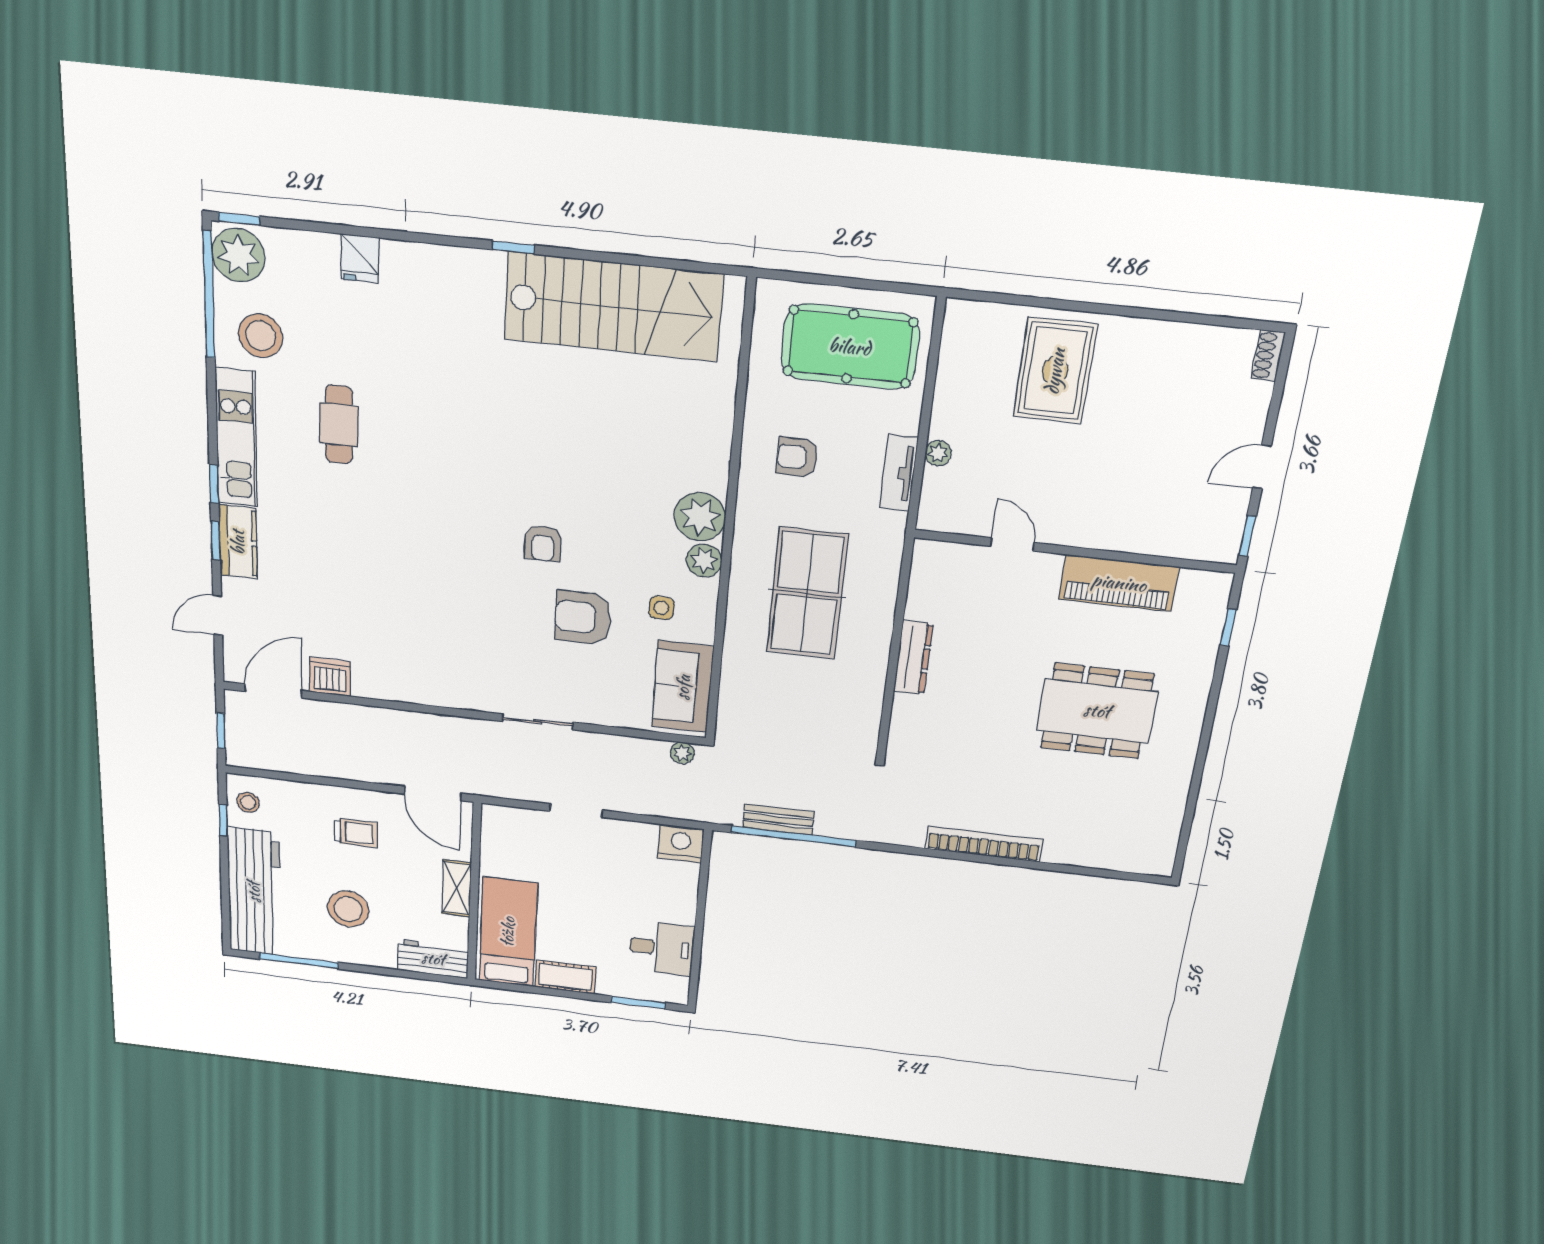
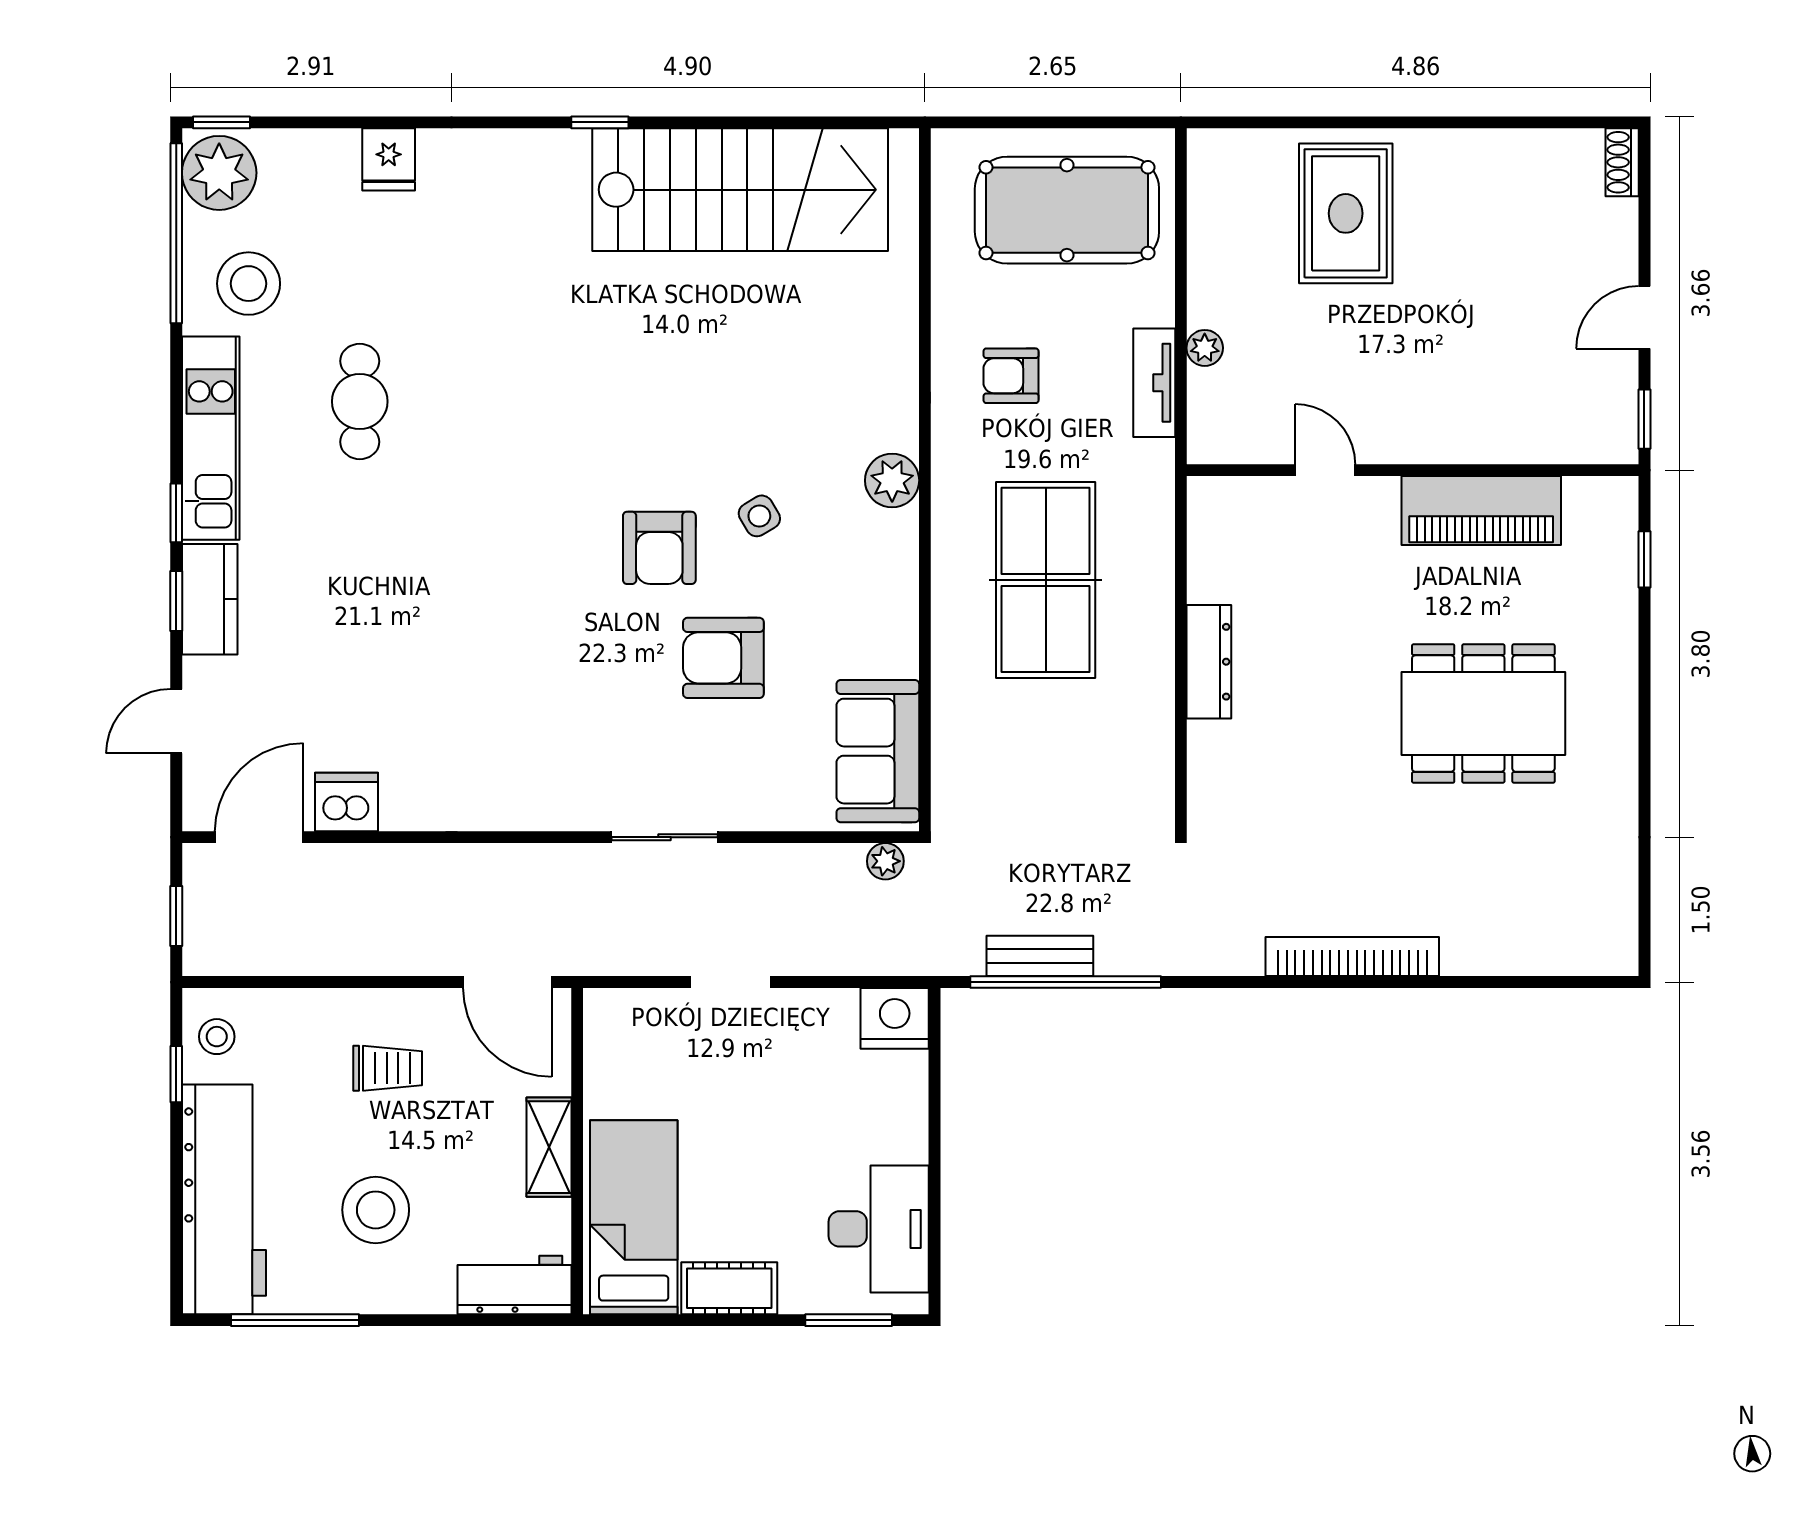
plant: (700, 517) -> (892, 480), width x0.73, depth x0.73
armchair: (543, 543) -> (659, 548), width x1.38, depth x1.38
plant: (704, 560) -> (894, 547), removed
side table: (661, 608) -> (759, 516), moved, turned -31
desk: (662, 948) -> (879, 1229), width x1.37

